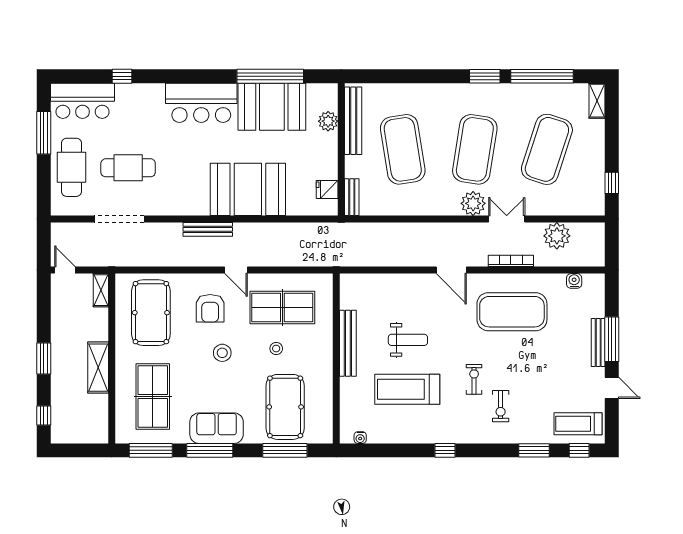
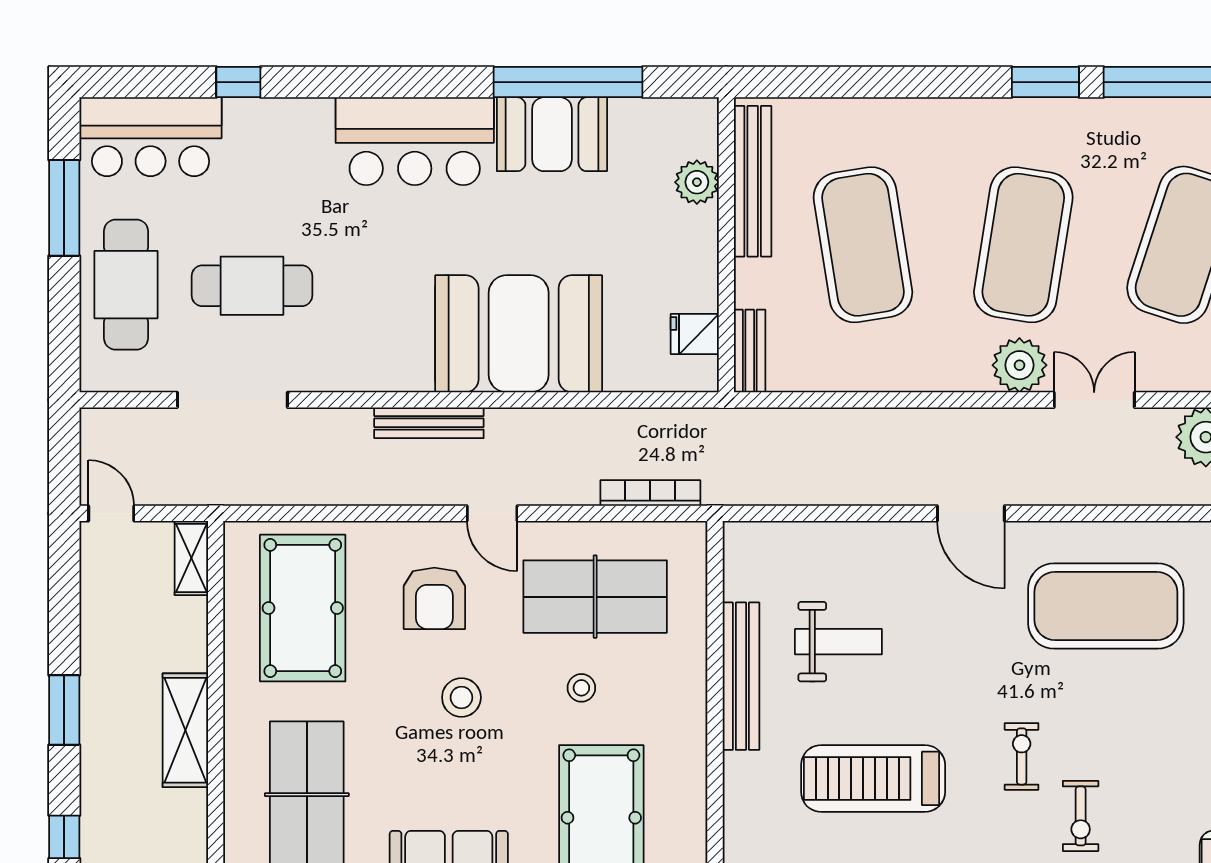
booth: (272, 107) -> (552, 134), width x0.73, depth x0.70
bookcase: (511, 261) -> (650, 493), moved
weight bench: (408, 340) -> (838, 642), moved

